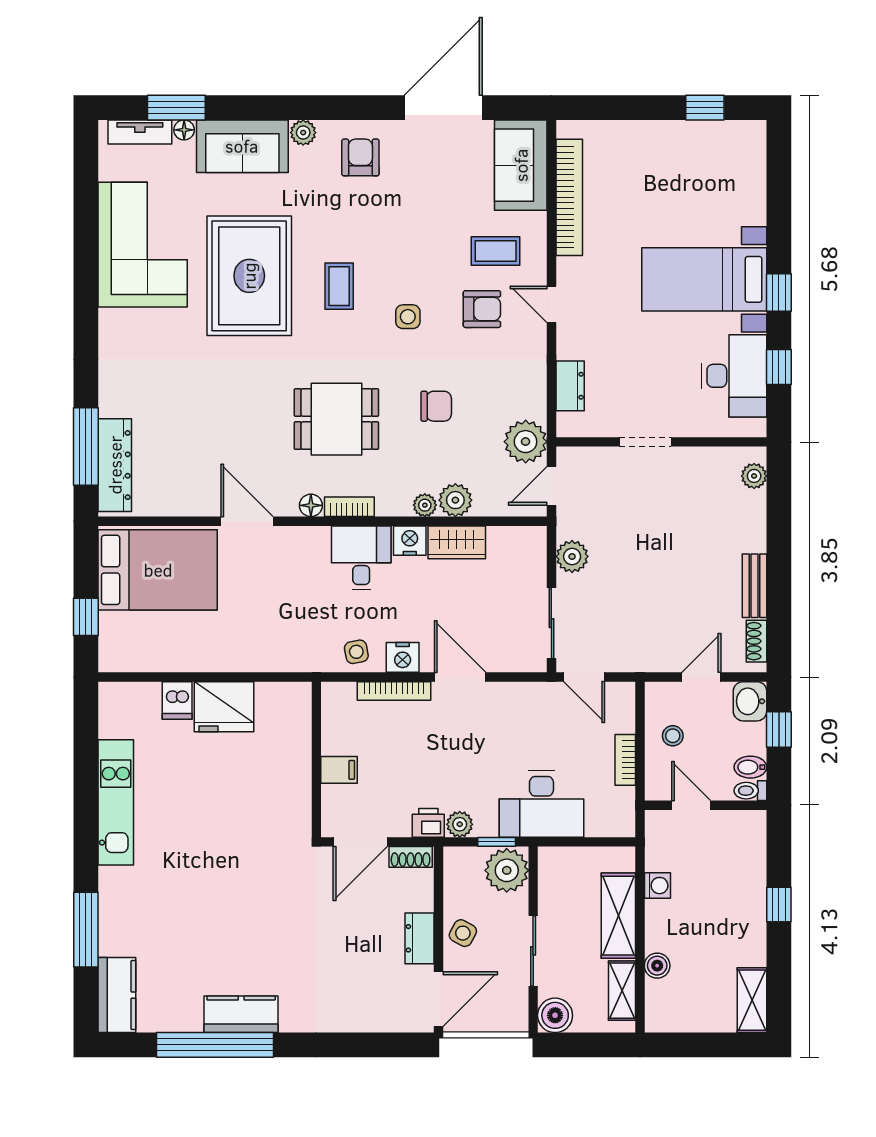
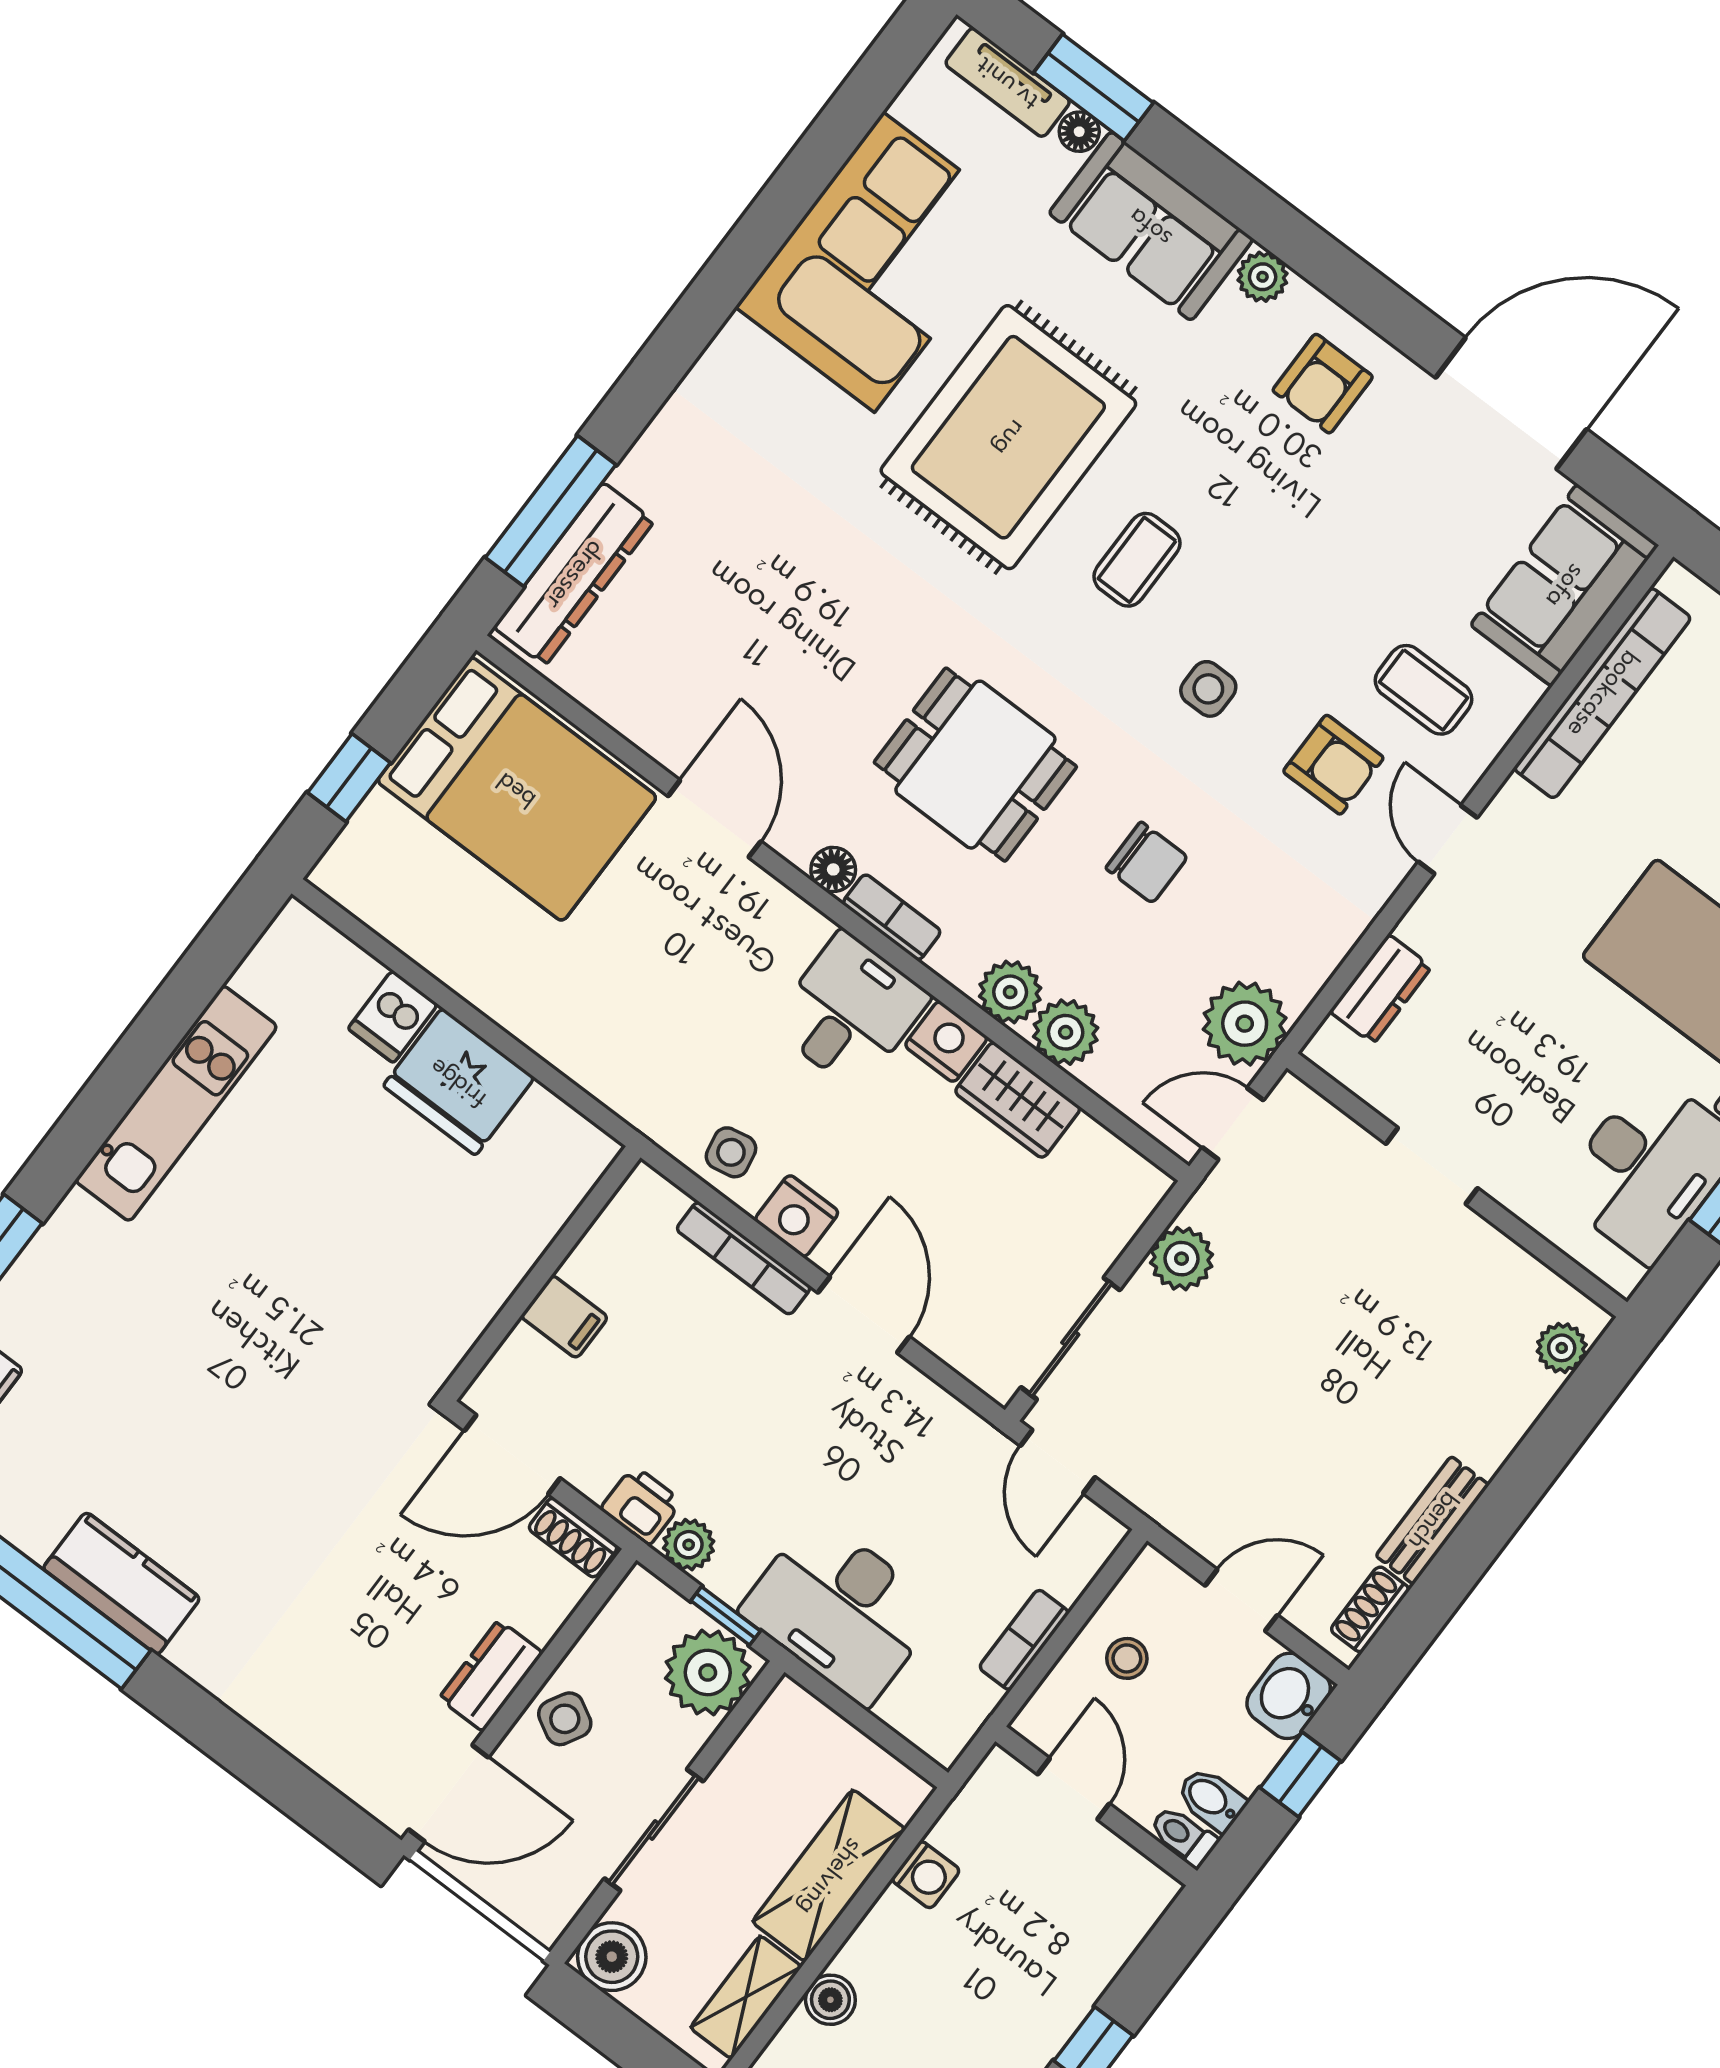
armchair: (360, 157) -> (1323, 384), turned 180
plant: (425, 505) -> (1010, 992), width x1.38, depth x1.38

